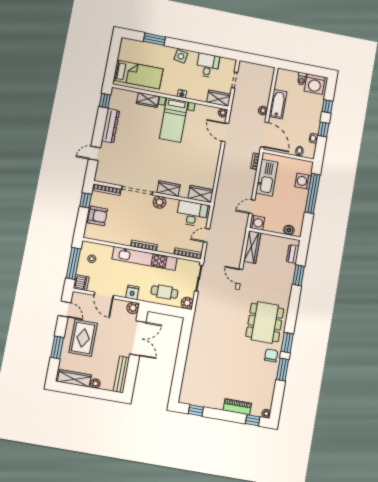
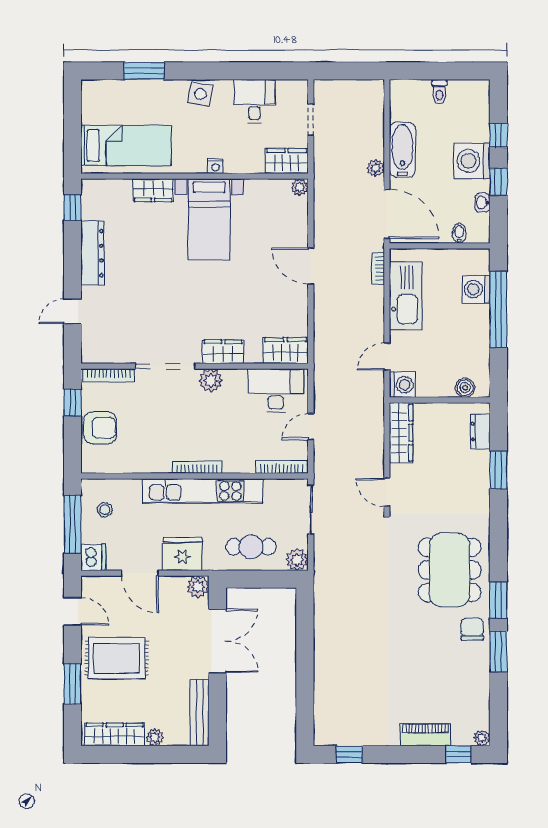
washing machine: (315, 84) -> (472, 161), moved, turned 90
door: (225, 132) -> (311, 266), moved
fridge: (132, 292) -> (182, 554), width x1.88, depth x1.34
rug: (83, 338) -> (117, 658), turned 90

